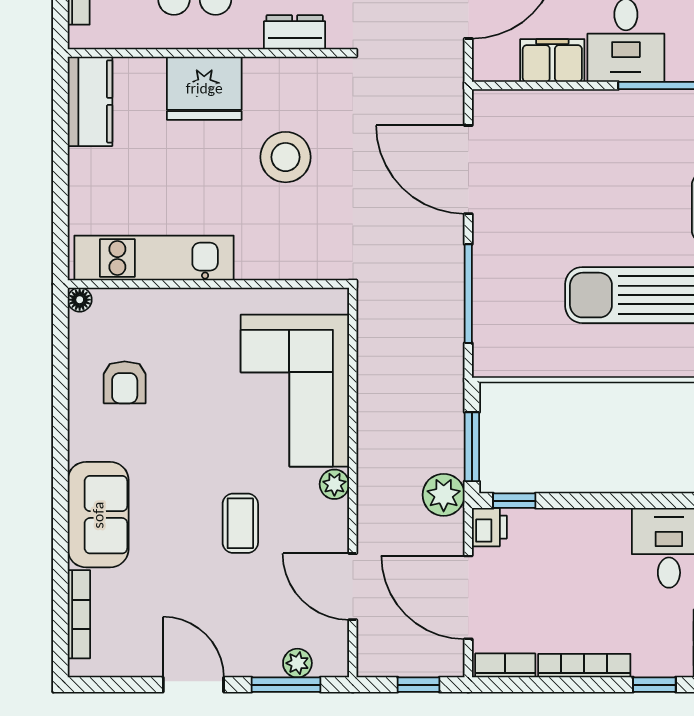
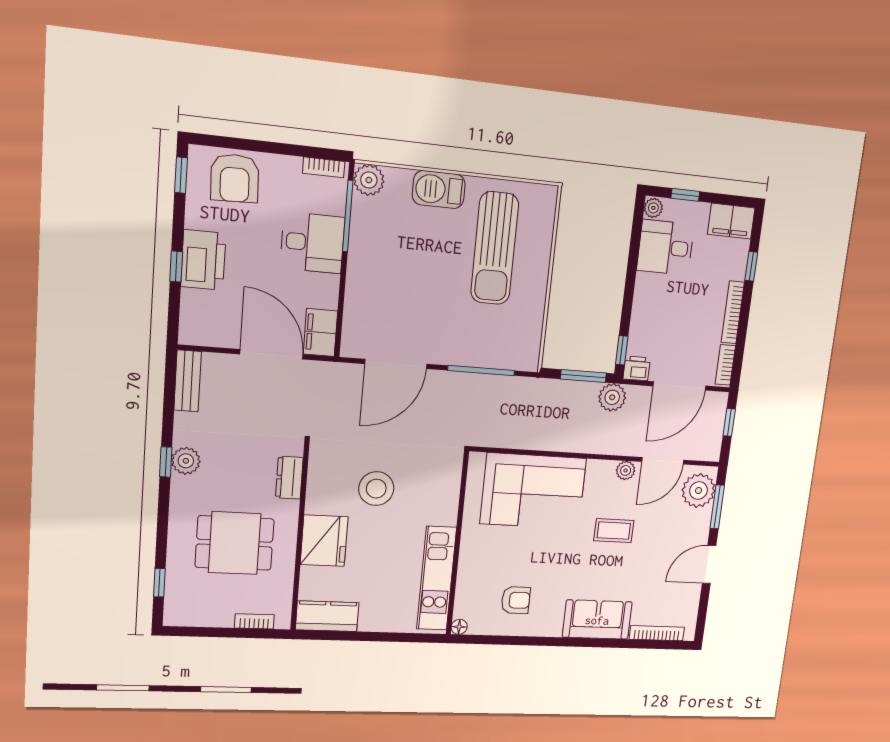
filing cabinet: (552, 61) -> (320, 332), moved
plant: (334, 484) -> (626, 470), moved
plant: (297, 663) -> (699, 491), width x1.87, depth x1.87

